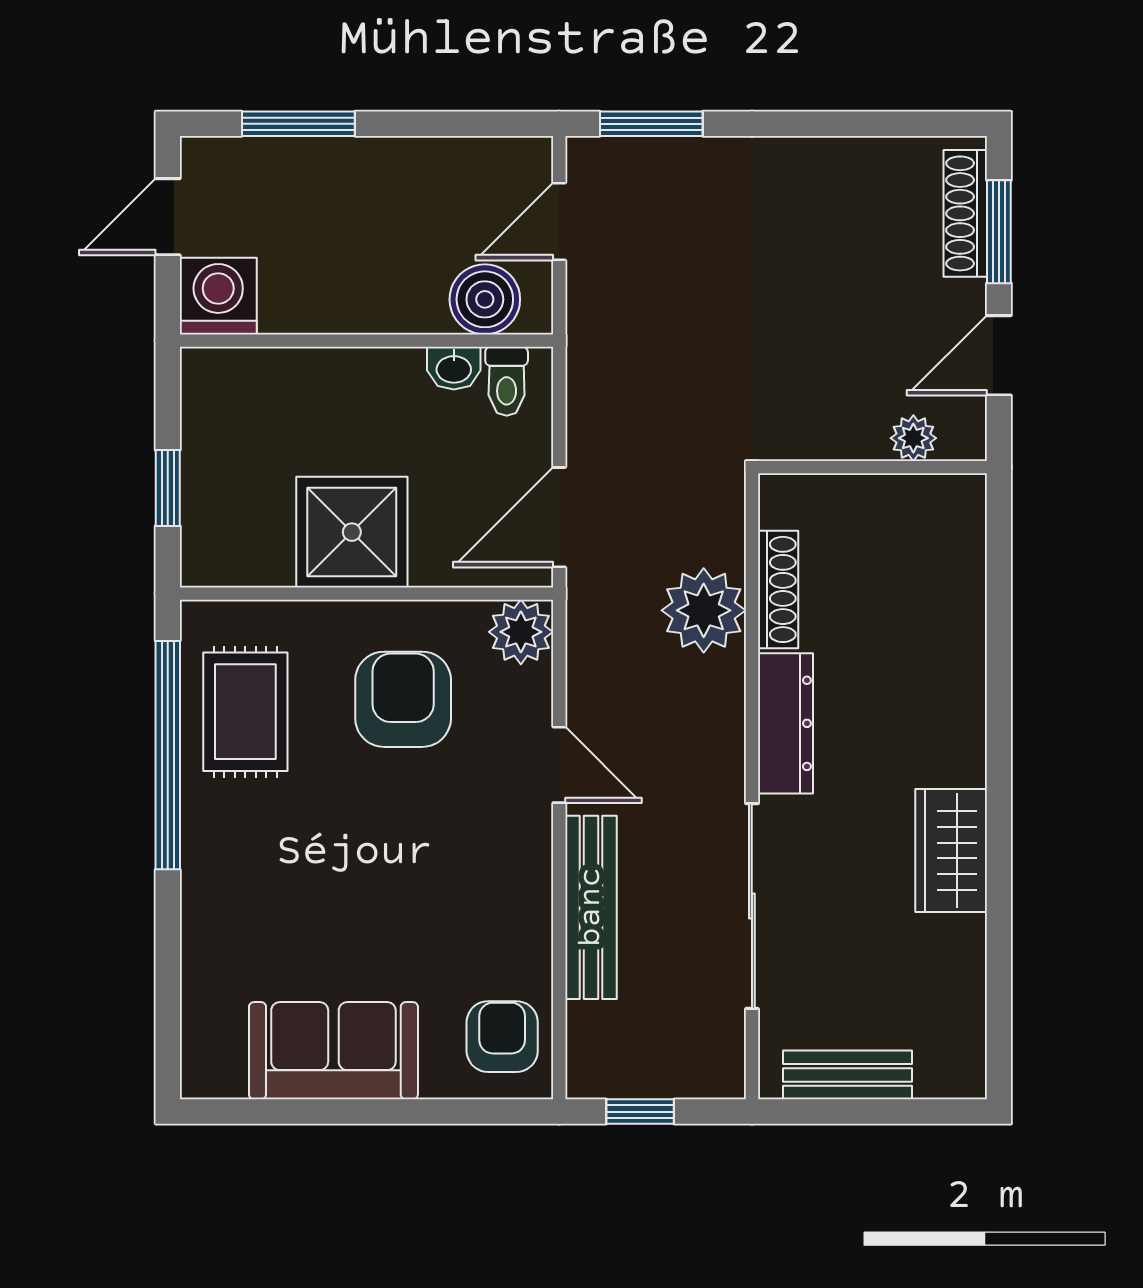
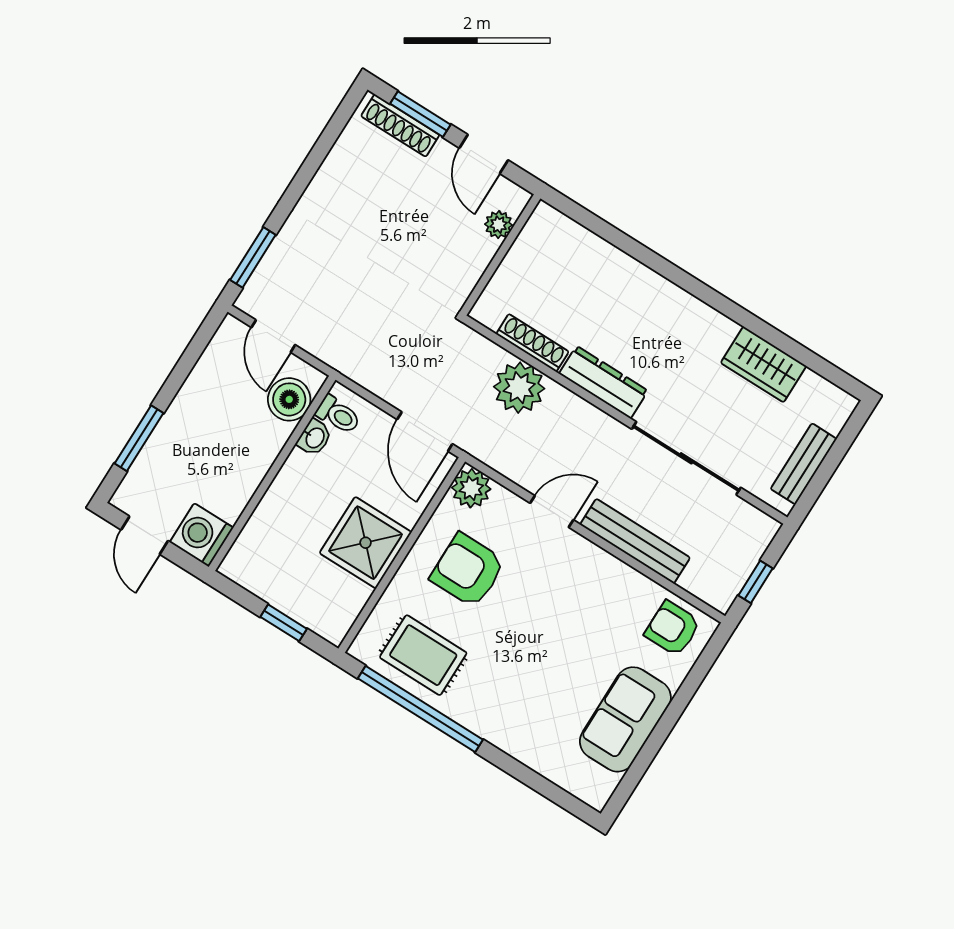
wardrobe: (951, 851) -> (764, 364), moved

